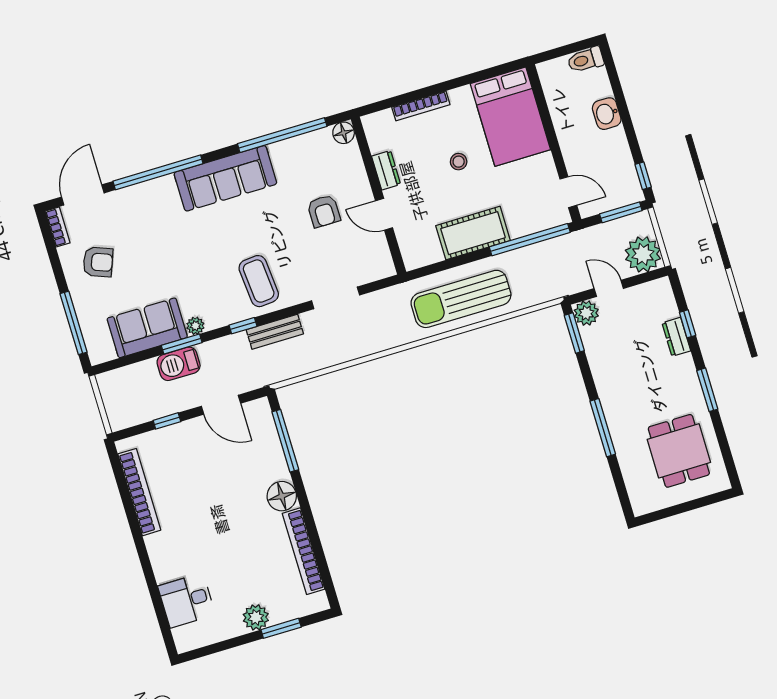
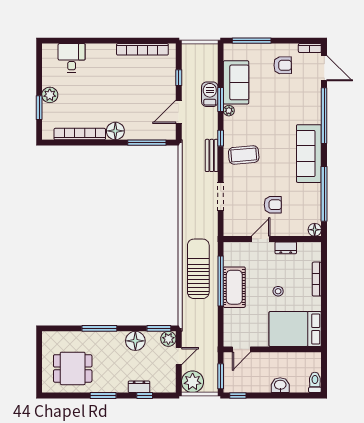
armchair: (324, 211) -> (273, 205), turned 180
window: (530, 240) -> (221, 281), moved
armchair: (98, 262) -> (283, 65), turned -112
floor lamp: (605, 364) -> (135, 341), added

